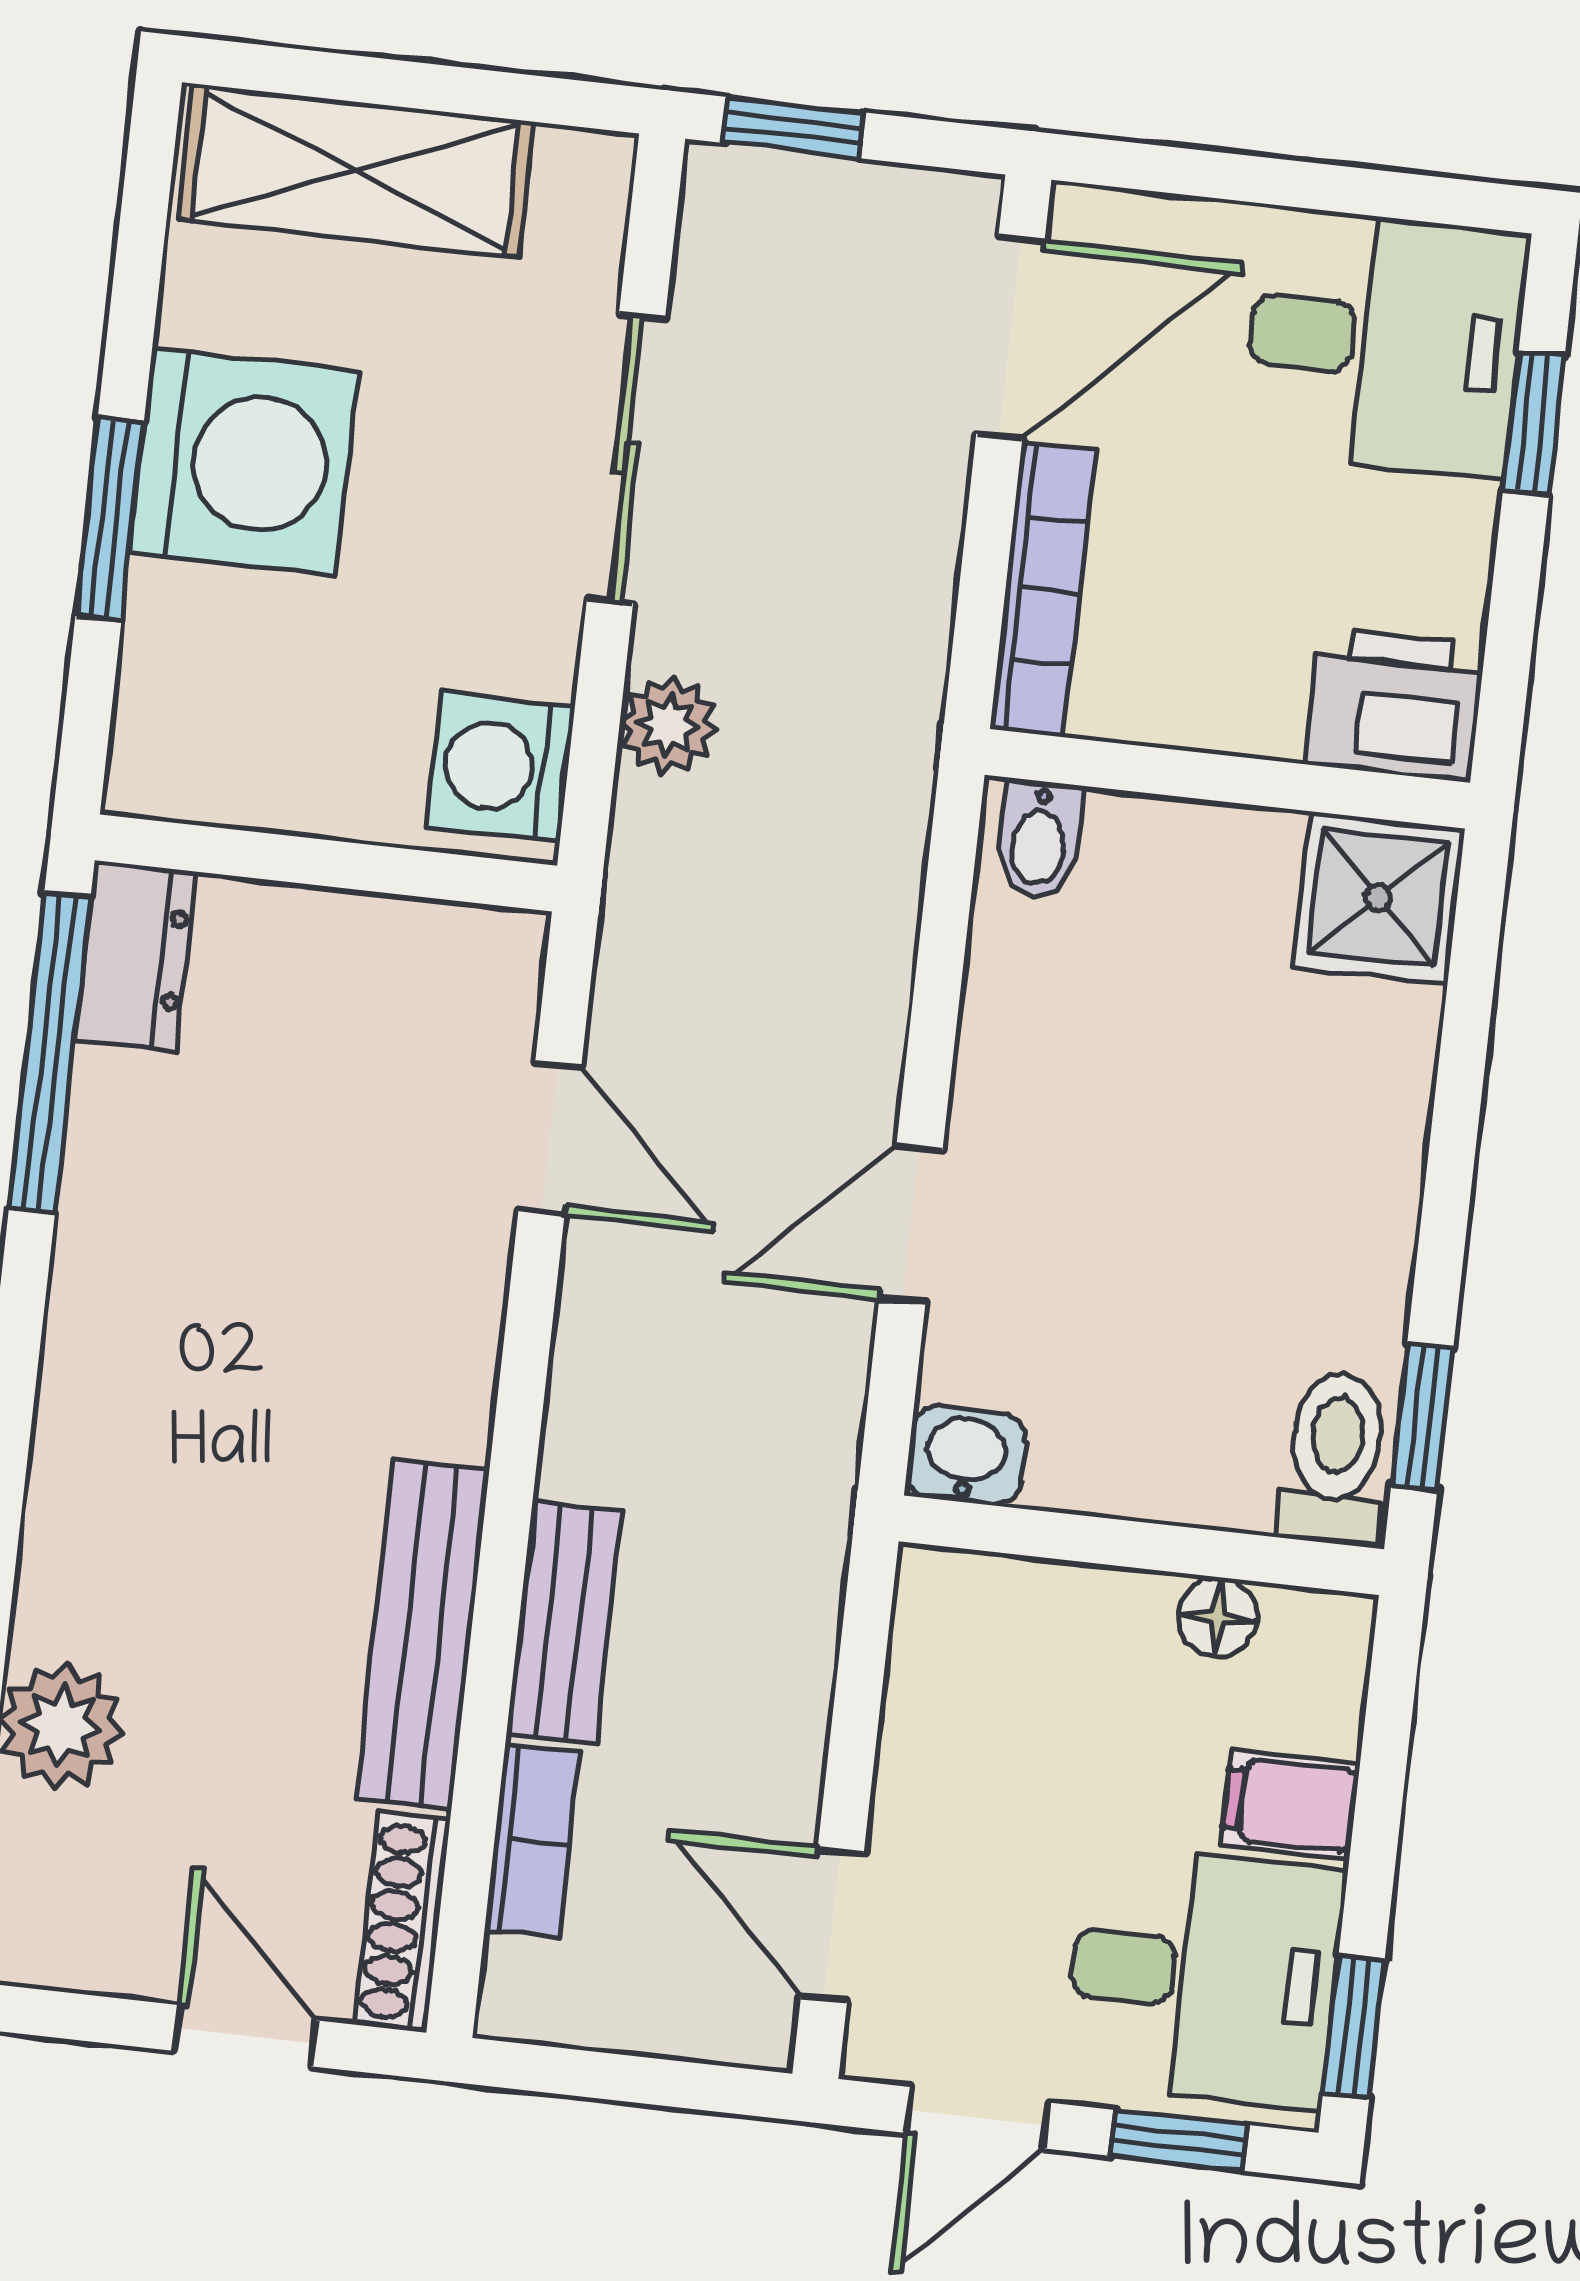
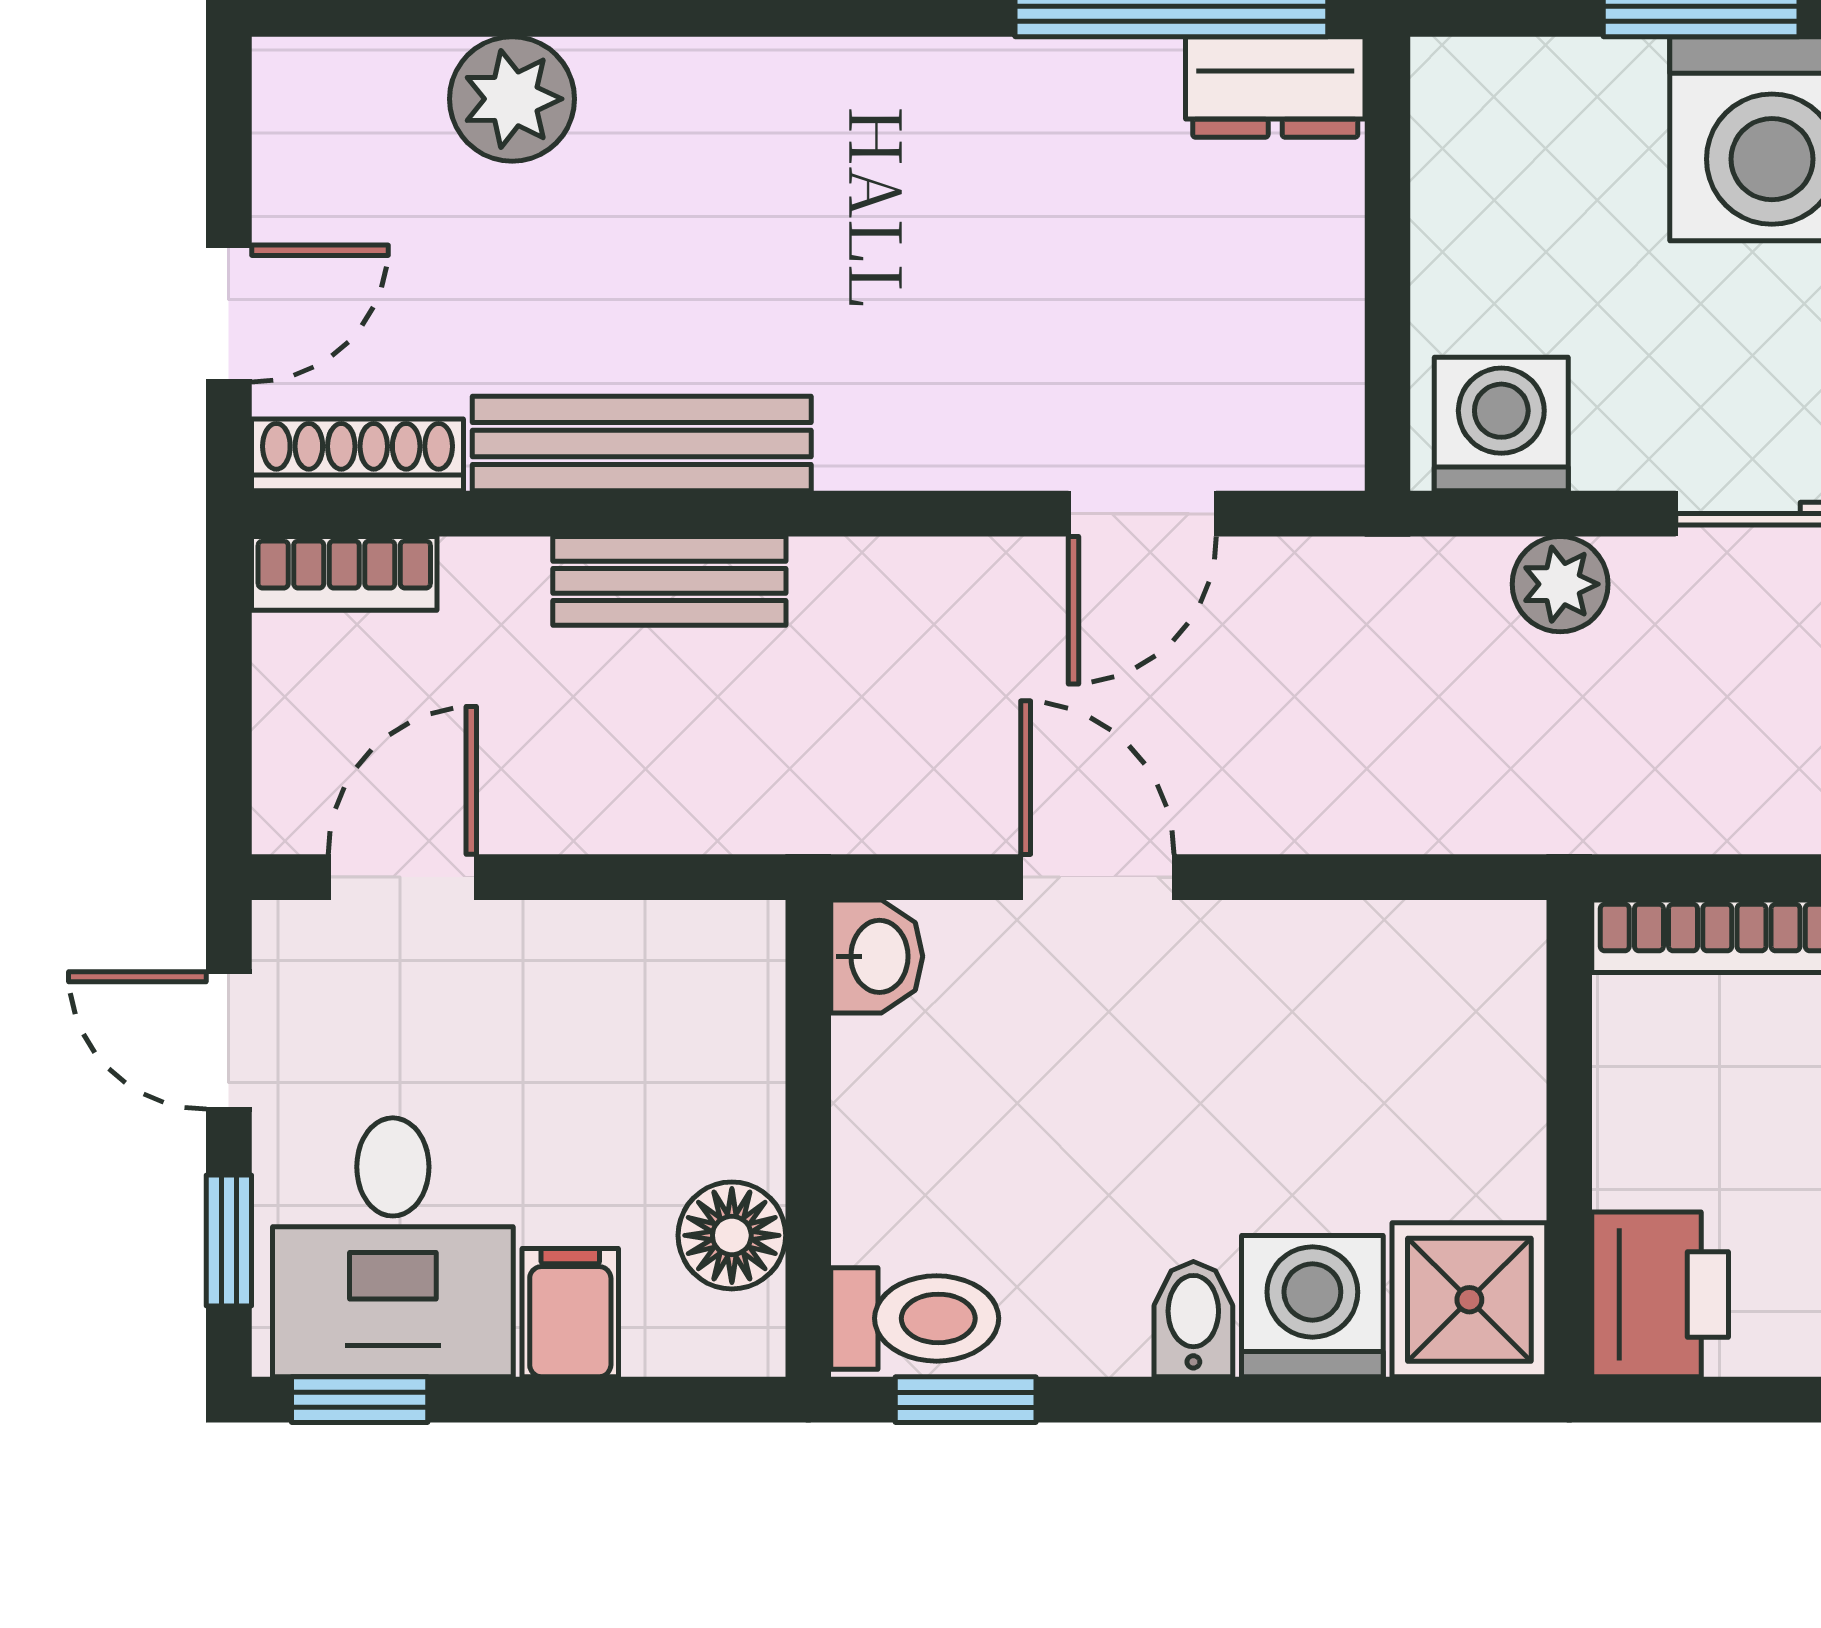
bidet: (1039, 840) -> (1193, 1319), moved, turned 90
washing machine: (1367, 1056) -> (1312, 1306), added
floor lamp: (1218, 1617) -> (732, 1235), width x1.37, depth x1.37
bookcase: (532, 1841) -> (344, 573), moved

